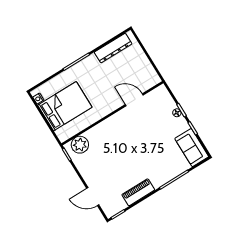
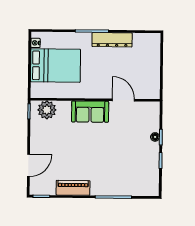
dresser: (113, 48) -> (112, 40), moved
sofa: (192, 148) -> (90, 112), moved, turned -90
door: (93, 197) -> (28, 165), swing flipped

